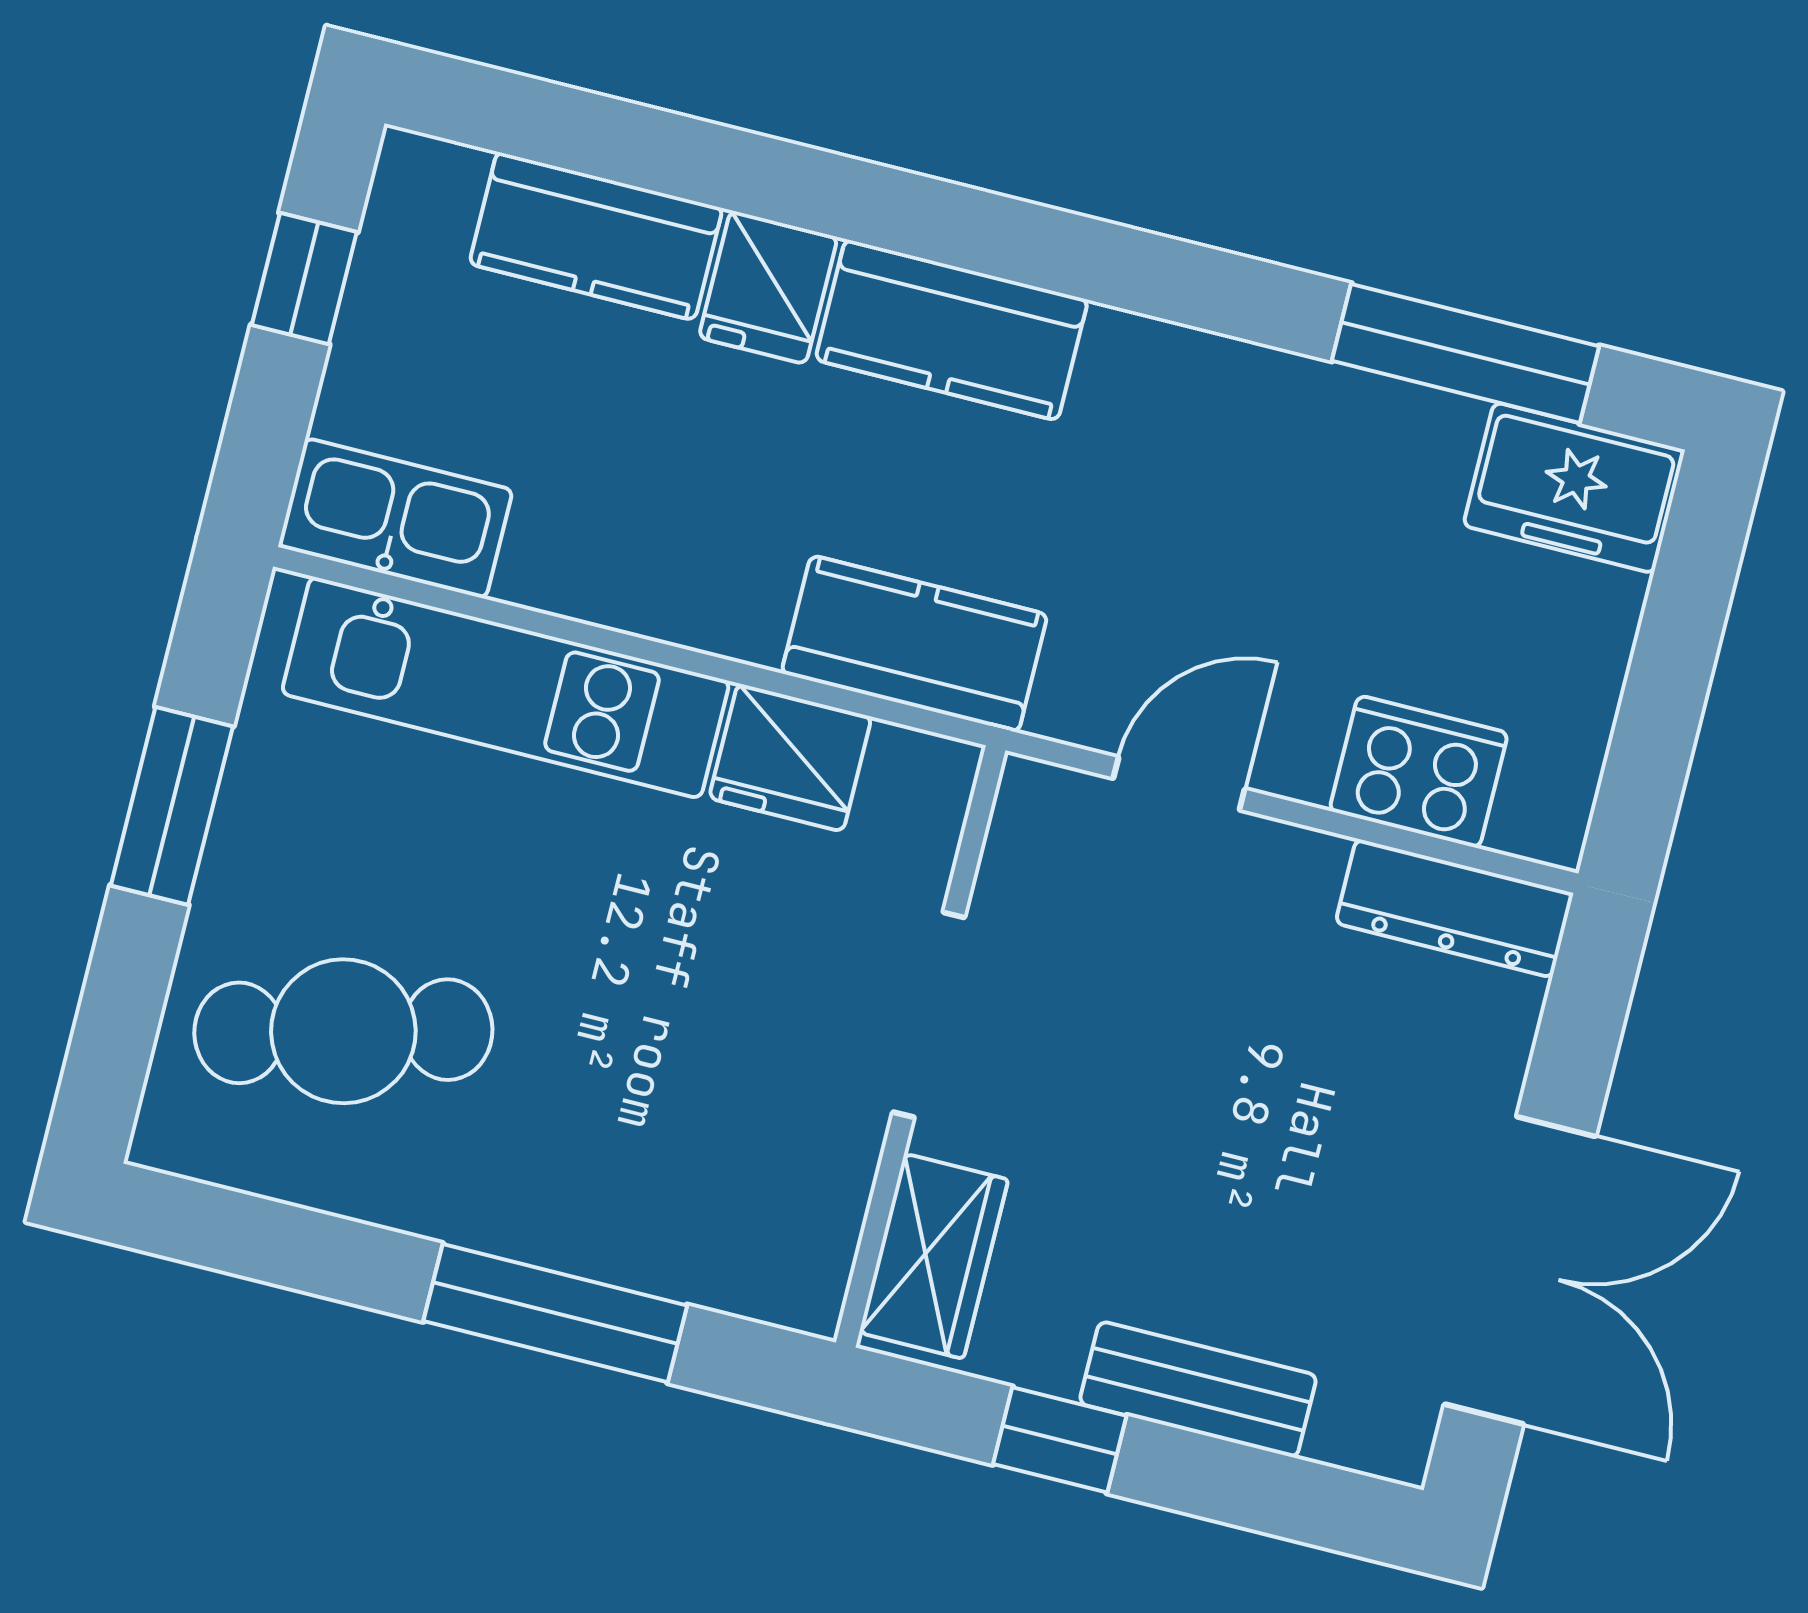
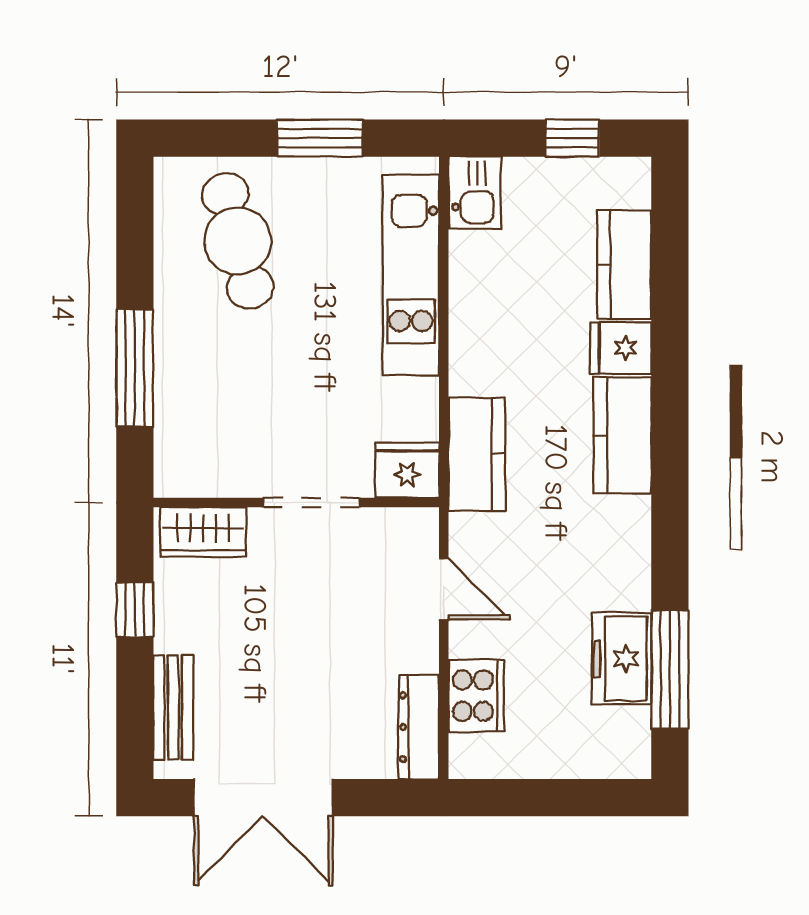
freezer: (1574, 488) -> (622, 659), moved
kitchen sink: (395, 518) -> (475, 193), width x0.73
fridge: (790, 758) -> (407, 470), moved, turned 90
bench: (1198, 1389) -> (173, 707), moved

